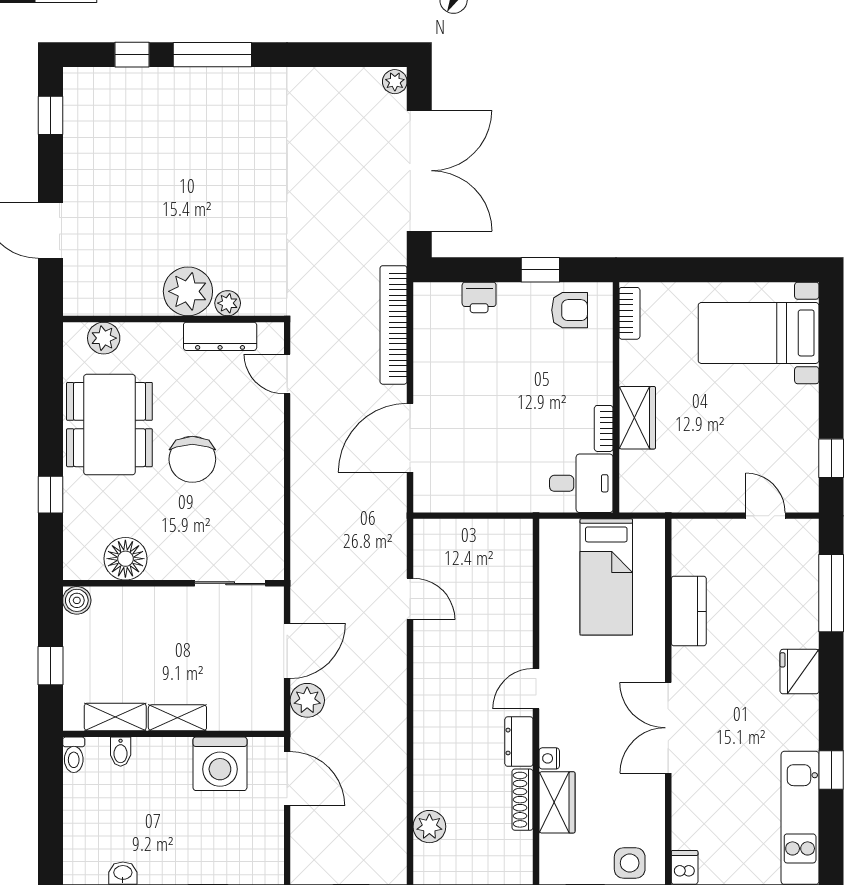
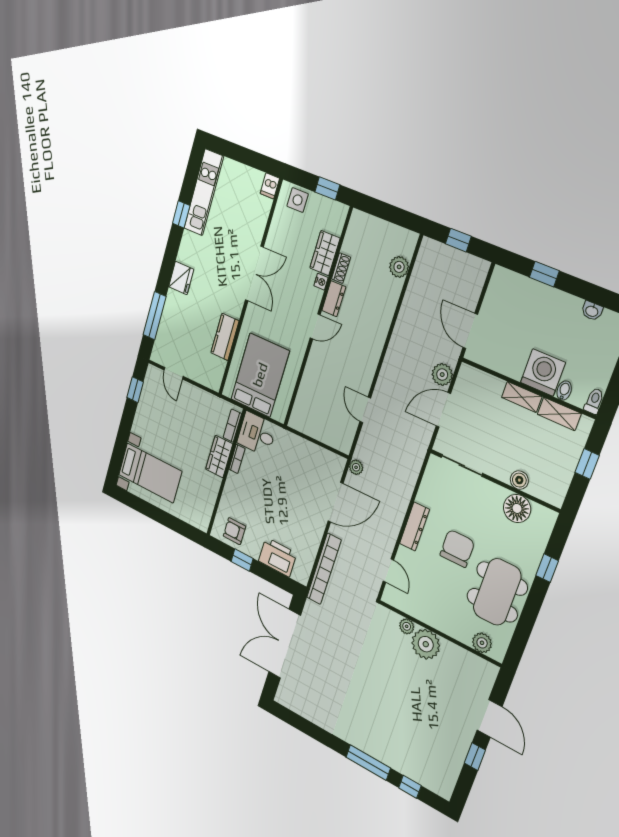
plant: (395, 82) -> (356, 467), moved
window: (50, 115) -> (475, 757), moved
printer: (479, 297) -> (278, 557), width x1.87, depth x1.48
bookcase: (629, 313) -> (232, 426), moved
dresser: (220, 336) -> (415, 526), moved, turned 90
bed: (606, 577) -> (260, 375), width x1.50
boiler: (77, 600) -> (519, 480), moved
washing machine: (220, 764) -> (543, 372), moved
shoe rack: (523, 800) -> (341, 268), width x0.70

